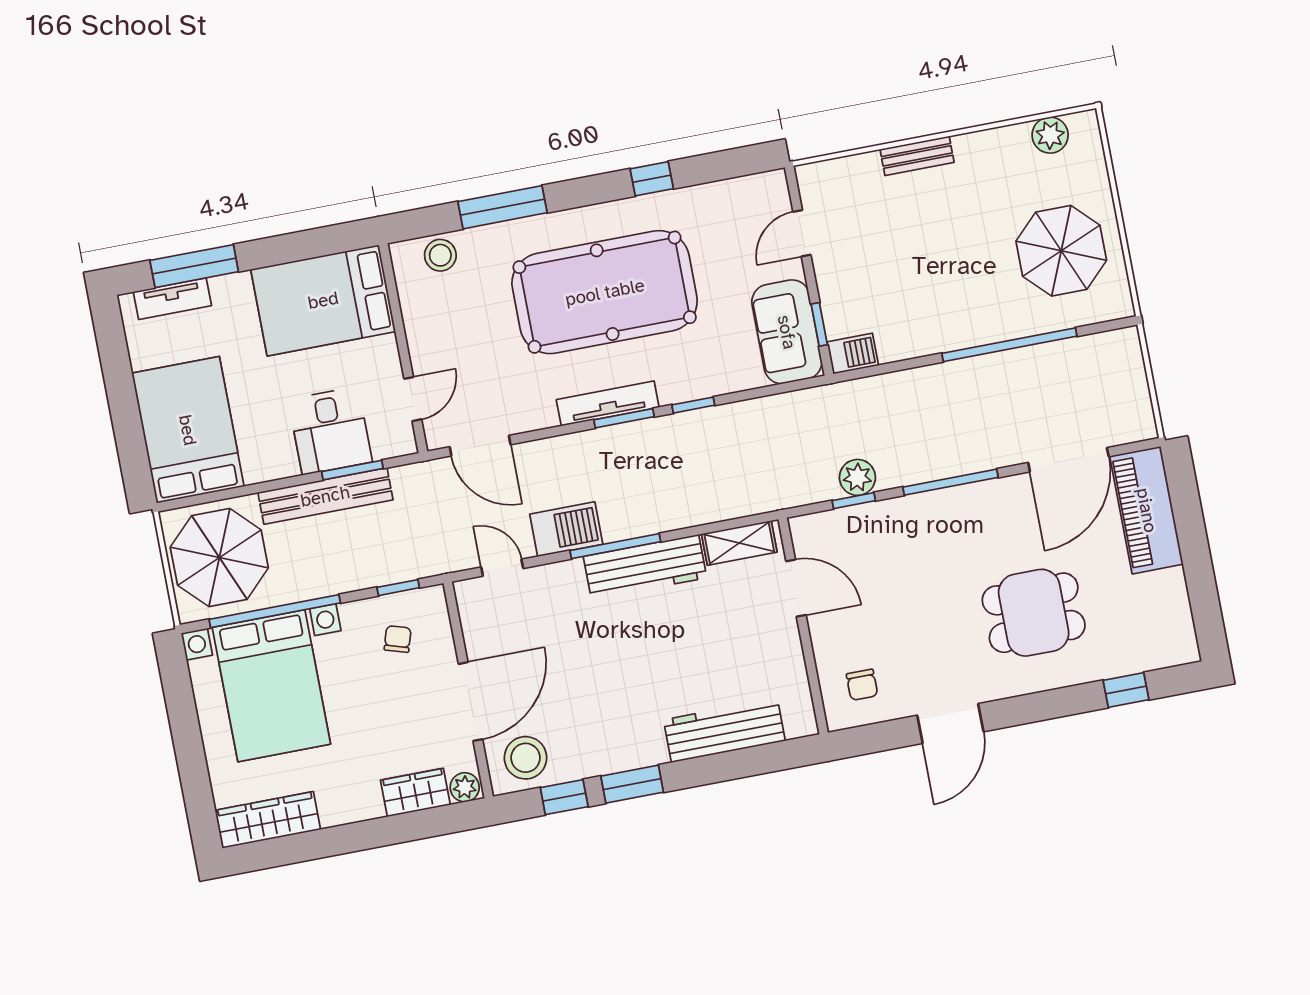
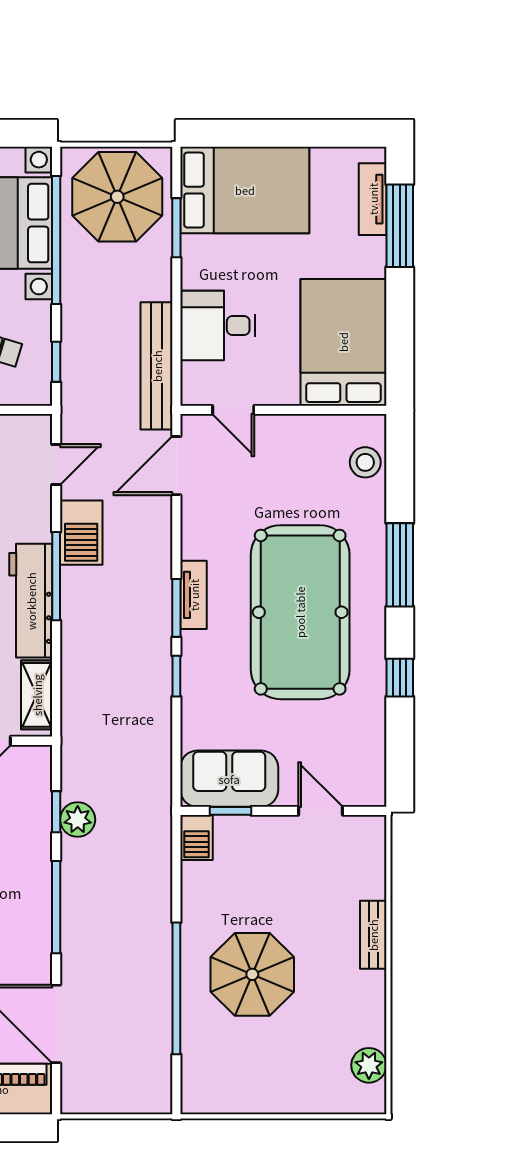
window: (503, 207) -> (400, 565), moved
parasol: (1061, 251) -> (252, 974), moved
tv unit: (608, 403) -> (194, 595), width x0.71
window: (352, 470) -> (176, 228), moved
bench: (325, 496) -> (157, 366), moved

